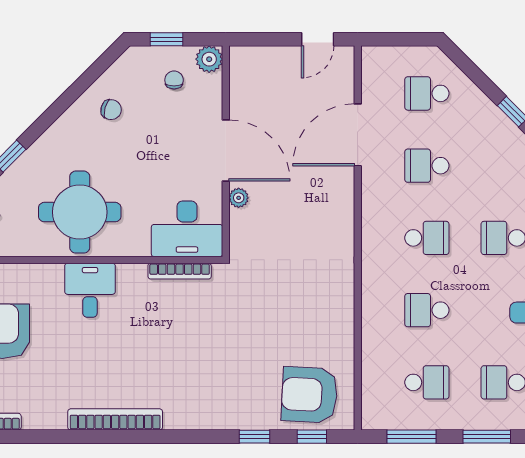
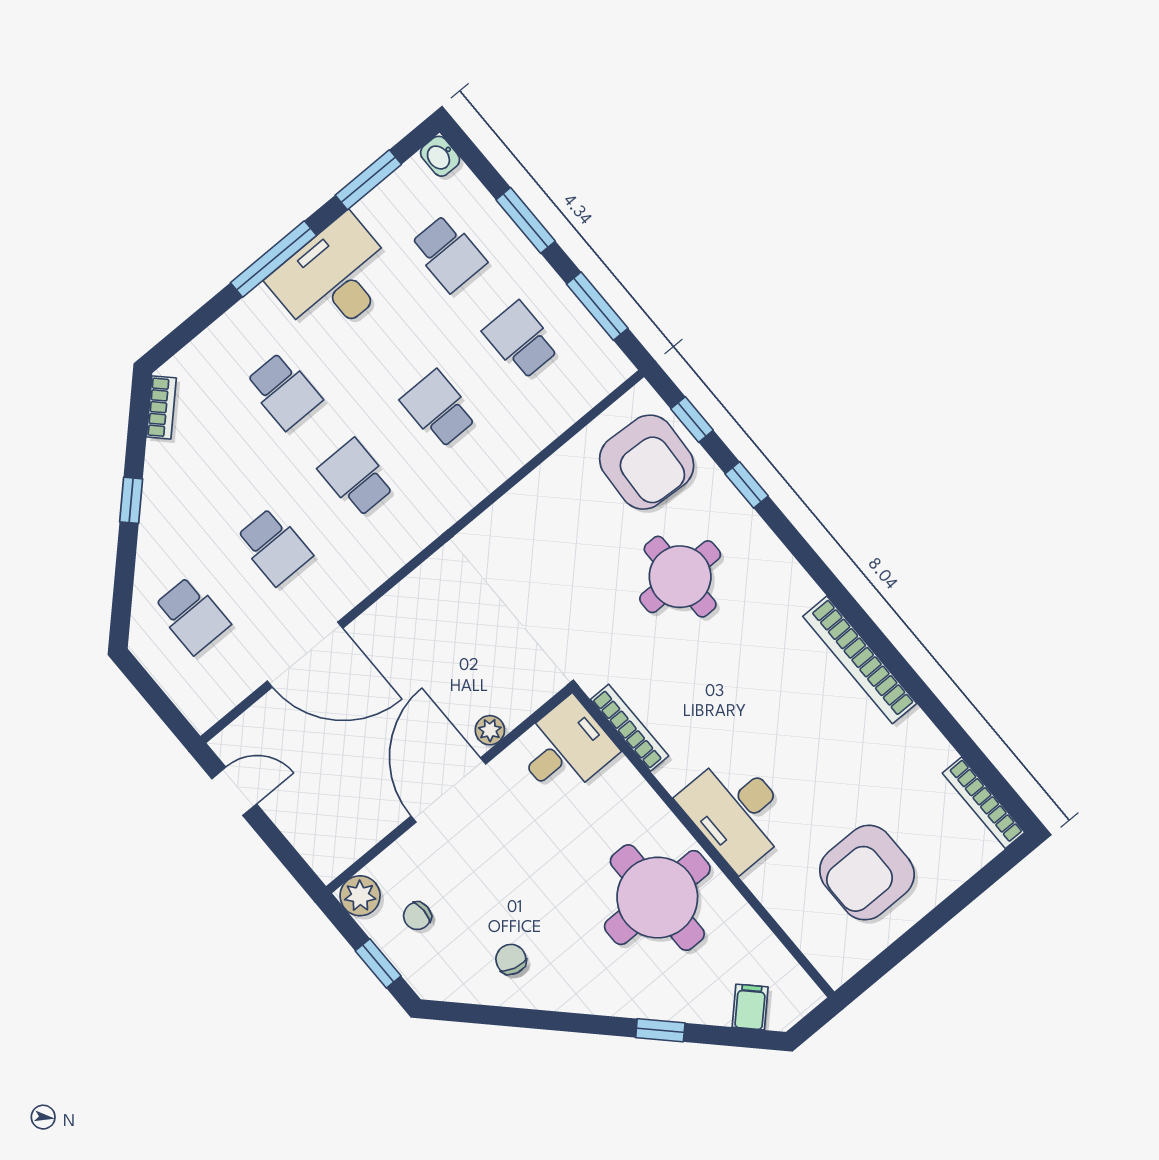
desk: (187, 229) -> (565, 749), width x0.73
desk: (90, 290) -> (737, 812), width x1.37
school desk: (427, 310) -> (439, 409), turned 180
round table: (236, 363) -> (680, 577), added

